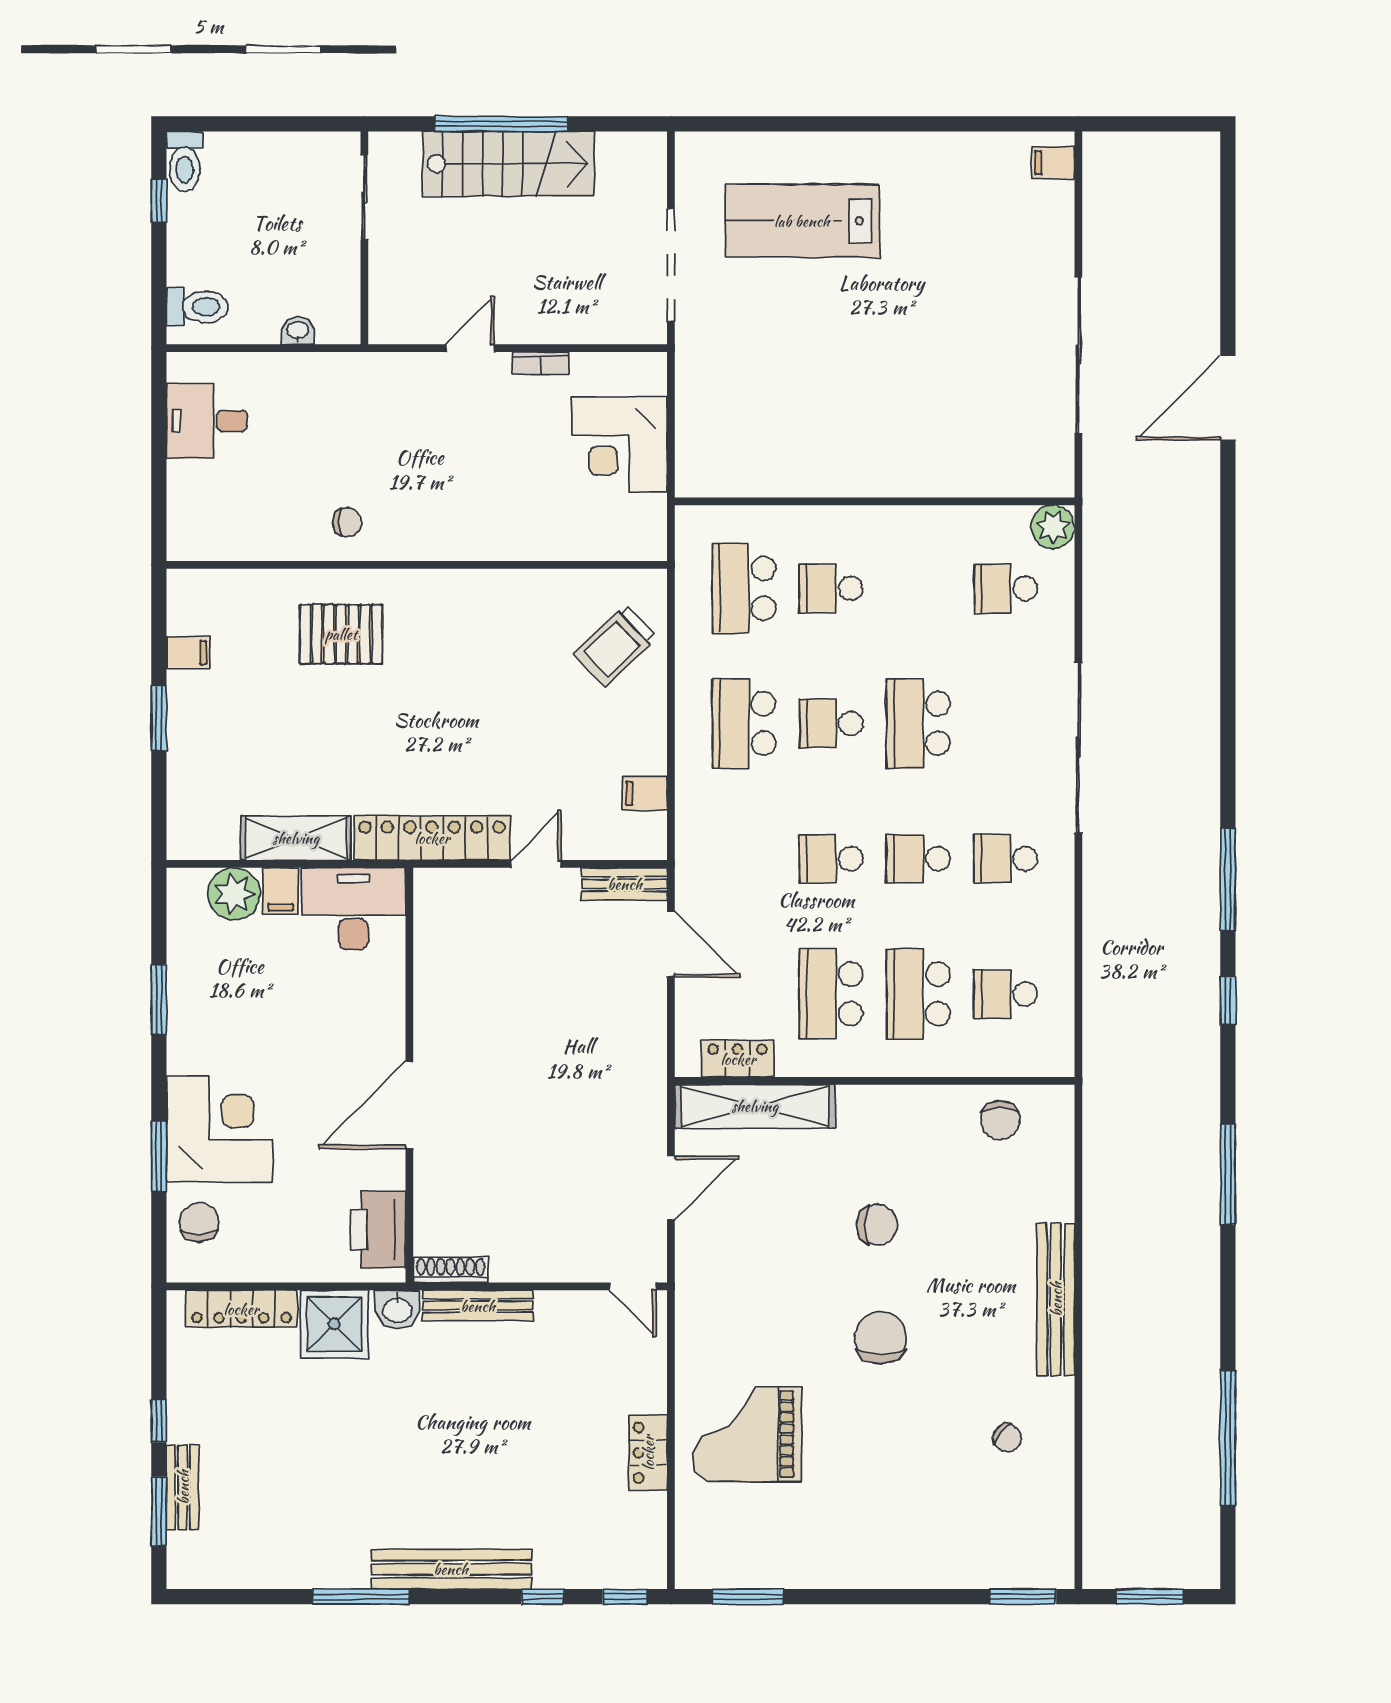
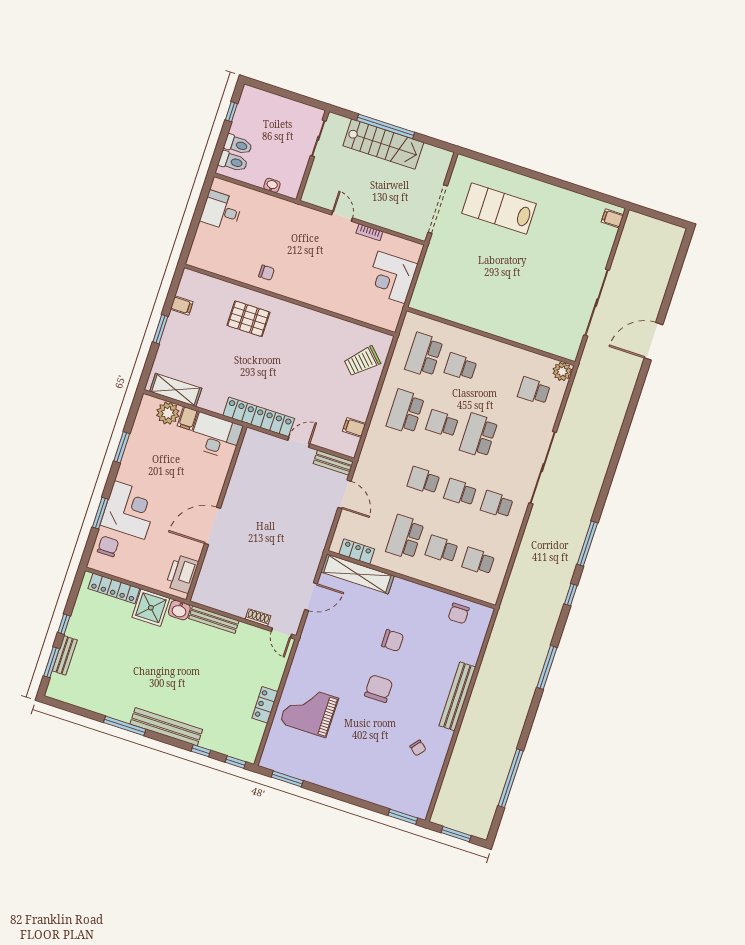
toilet: (185, 161) -> (238, 145), moved, turned -90
door: (470, 348) -> (342, 216), hinge flipped
shelving: (296, 838) -> (176, 390), moved
school desk: (918, 994) -> (442, 549), width x0.54
shoe rack: (451, 1270) -> (258, 617), moved, width x0.70

